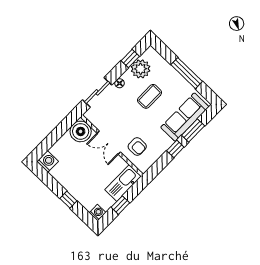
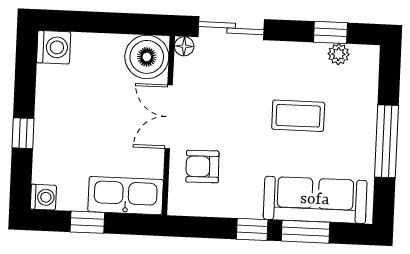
plant: (141, 69) -> (339, 54), width x0.53, depth x0.53
floor lamp: (119, 83) -> (184, 46), moved
armchair: (137, 146) -> (202, 167), turned 89

